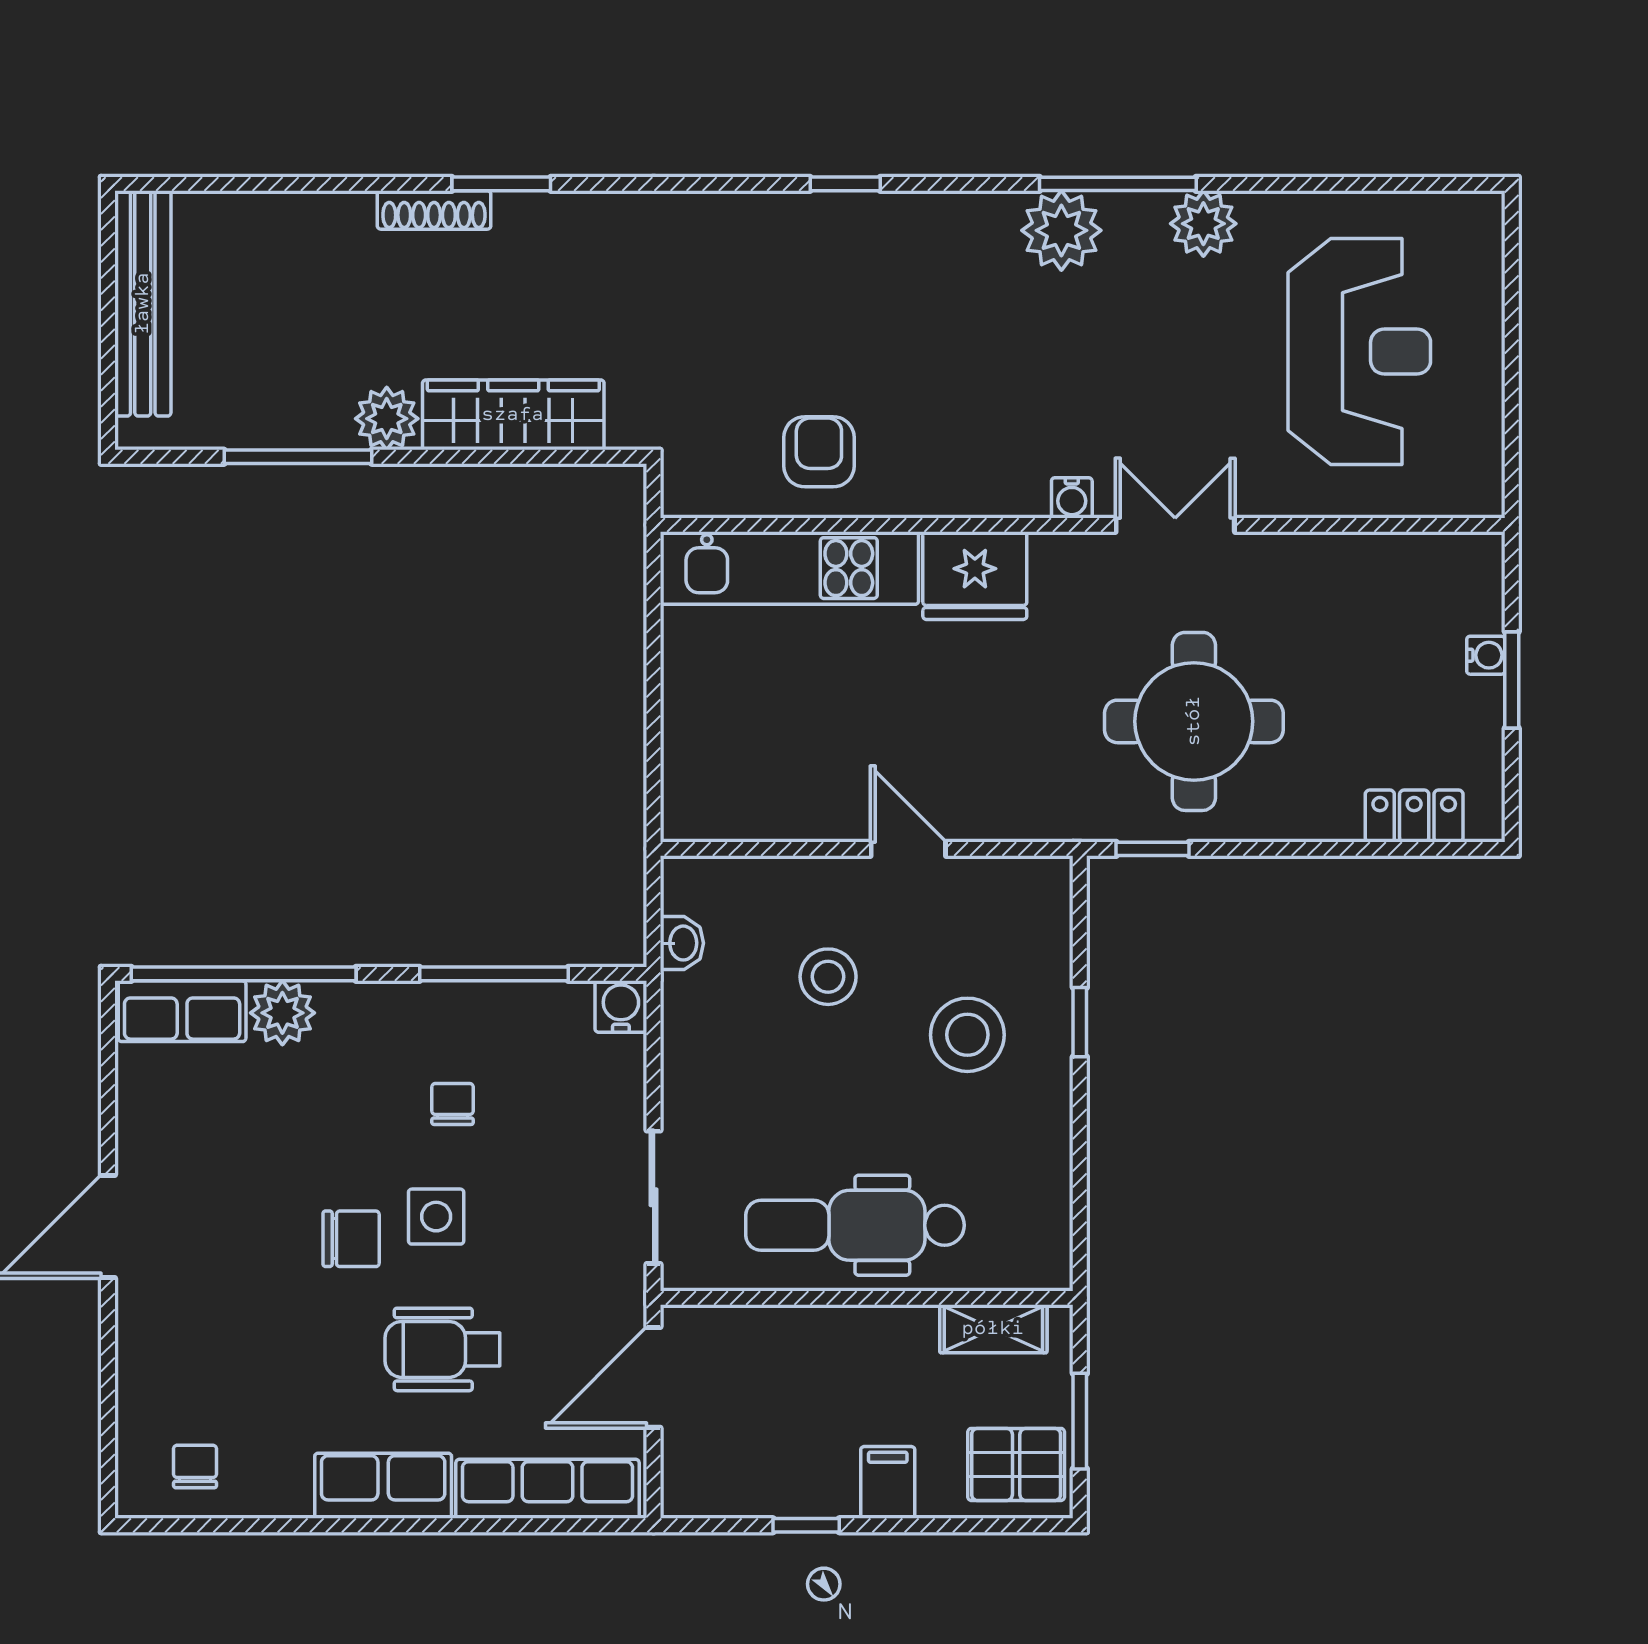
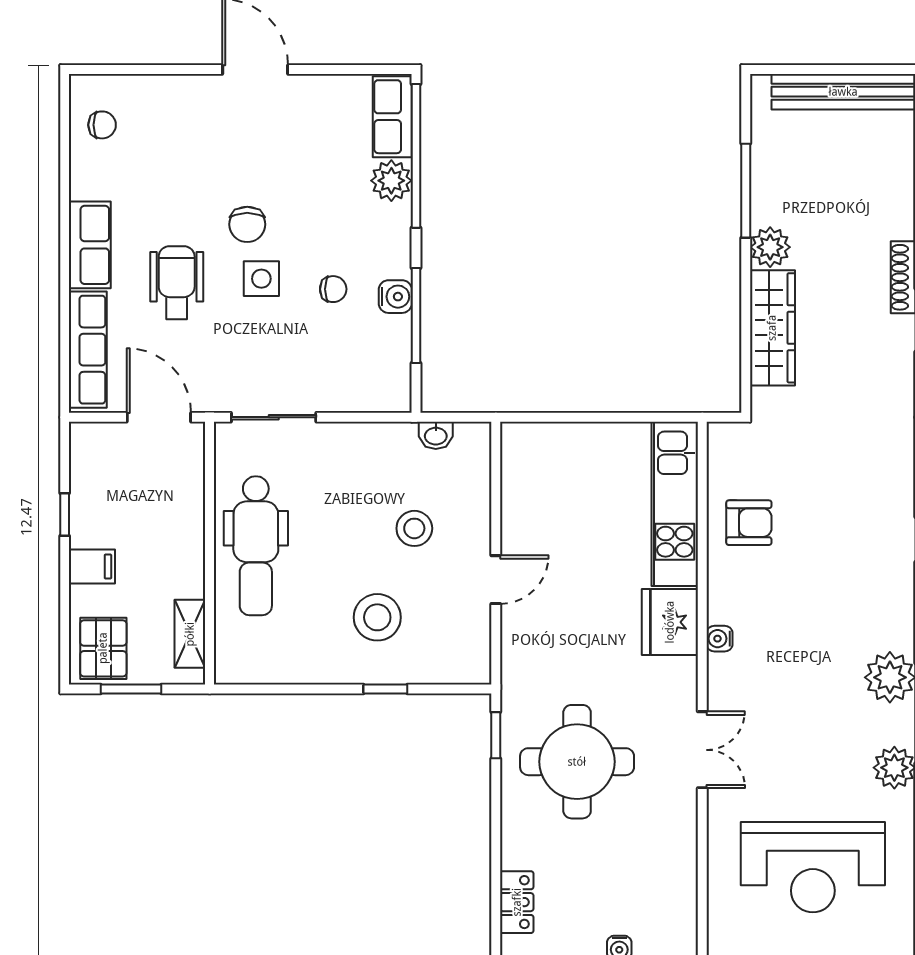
water cooler: (1072, 498) -> (720, 639), moved
water cooler: (621, 1007) -> (395, 297), moved
dental chair: (855, 1225) -> (256, 546), turned 180

